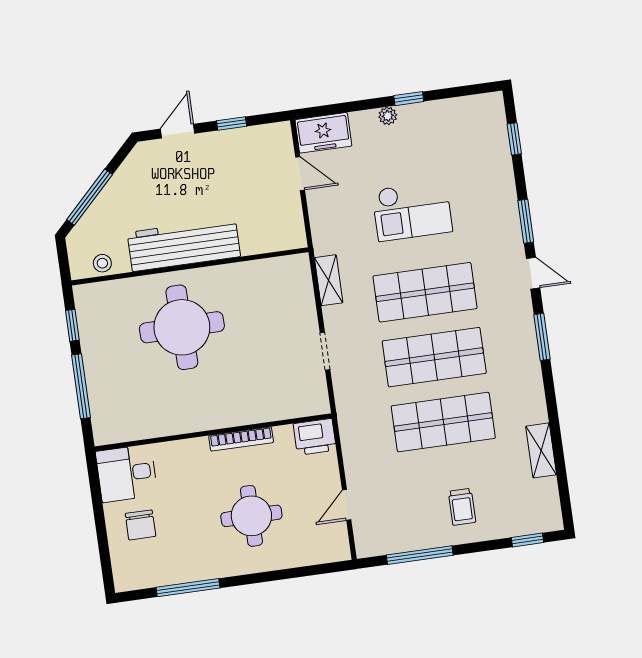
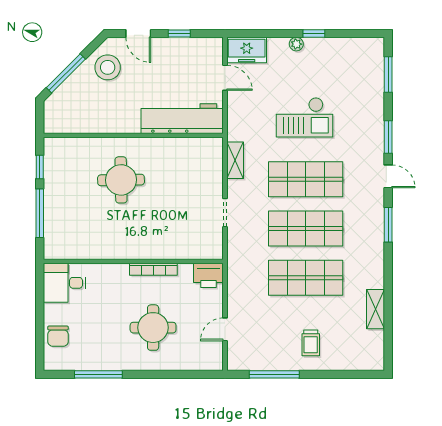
door: (178, 131) -> (138, 33), swing flipped
window: (514, 139) -> (388, 74), width x1.50
workbench: (184, 245) -> (182, 119), moved
stool: (102, 263) -> (108, 67), moved, width x1.89, depth x1.89
round table: (182, 327) -> (121, 180), width x0.73, depth x0.73
chair: (140, 525) -> (58, 336), moved
window: (528, 540) -> (356, 374), removed

